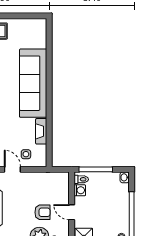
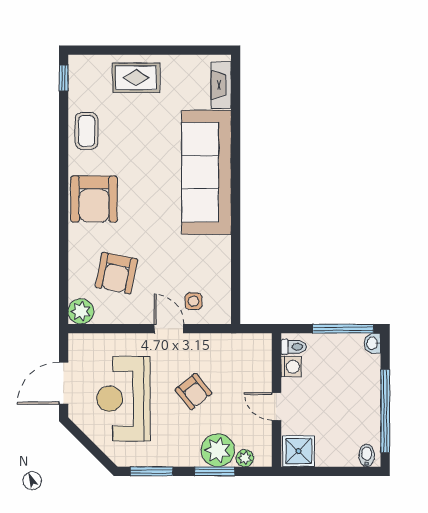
fireplace: (41, 131) -> (221, 85), moved
window: (96, 169) -> (343, 329), moved
armchair: (42, 212) -> (193, 392), moved, turned 51

